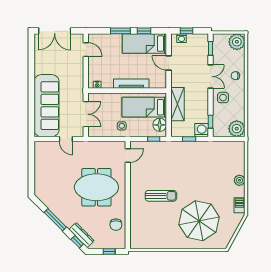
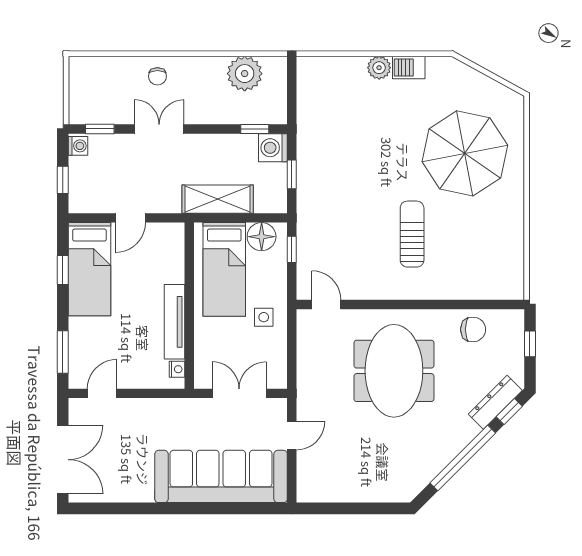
window: (120, 31) -> (63, 352), moved
washing machine: (181, 38) -> (78, 146), moved
plant: (237, 42) -> (86, 73), removed
tv unit: (131, 84) -> (175, 322), moved
side table: (223, 98) -> (204, 103), removed
plant: (237, 129) -> (245, 74), moved
barbecue: (240, 205) -> (409, 67), moved
window: (55, 220) -> (463, 458), width x1.46

